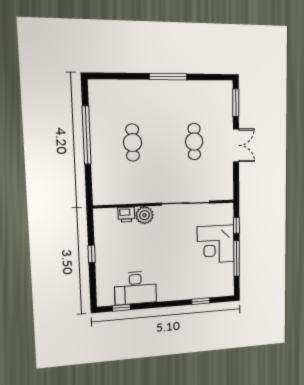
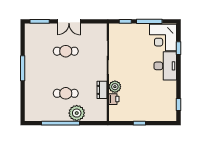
double door: (236, 145) -> (69, 21), swing flipped
plant: (103, 160) -> (77, 113), added
dresser: (139, 196) -> (102, 90), added
corner desk: (216, 244) -> (163, 38), moved, turned 90
desk: (135, 288) -> (165, 66), moved

